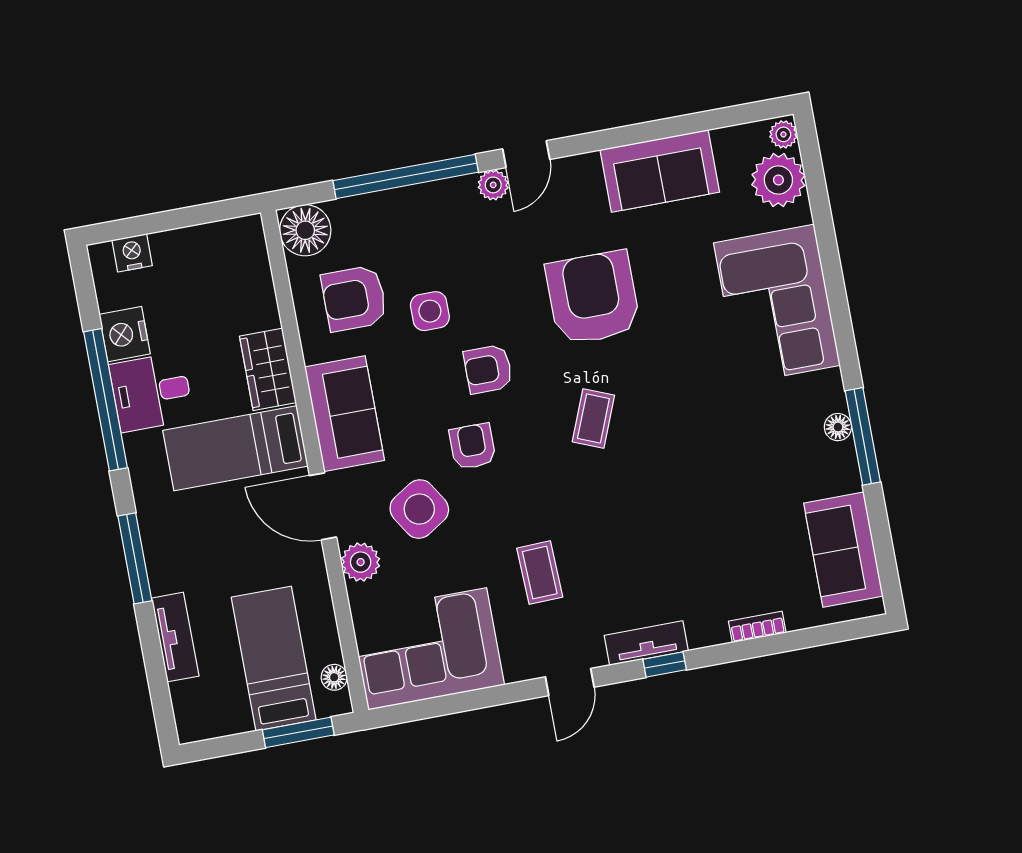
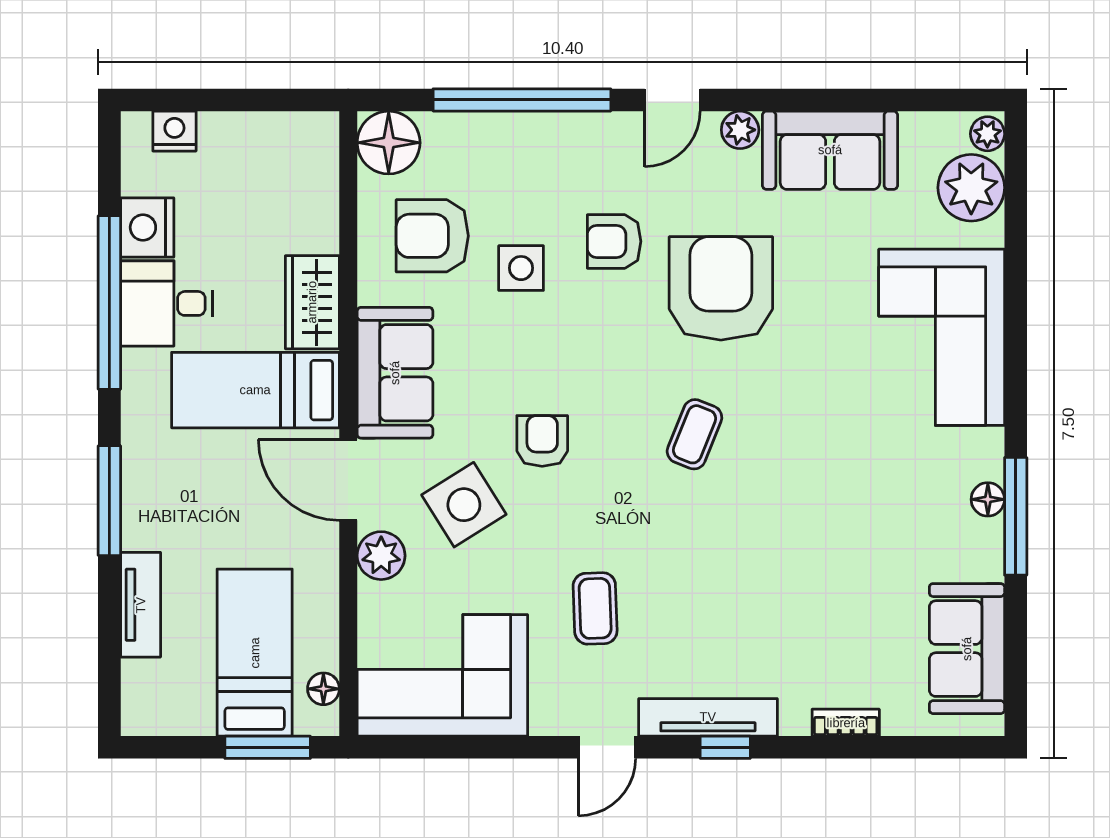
plant: (493, 185) -> (740, 130), moved
armchair: (488, 369) -> (614, 241), moved
tv unit: (646, 643) -> (708, 717), width x1.41

